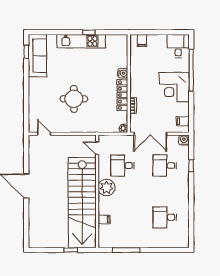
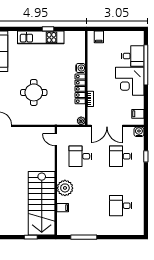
desk: (178, 46) -> (133, 56), moved, turned 90
plant: (107, 187) -> (65, 188), moved
stairs: (82, 203) -> (42, 203), width x0.73

